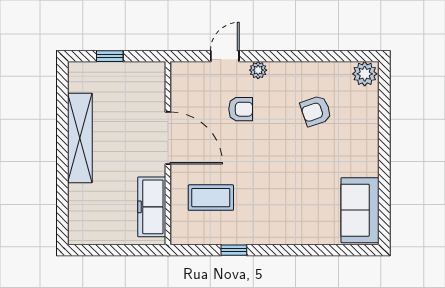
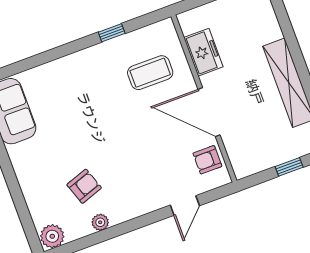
plant: (258, 70) -> (100, 222), moved
armchair: (241, 109) -> (207, 160), moved
freezer: (152, 207) -> (203, 52), width x0.71

